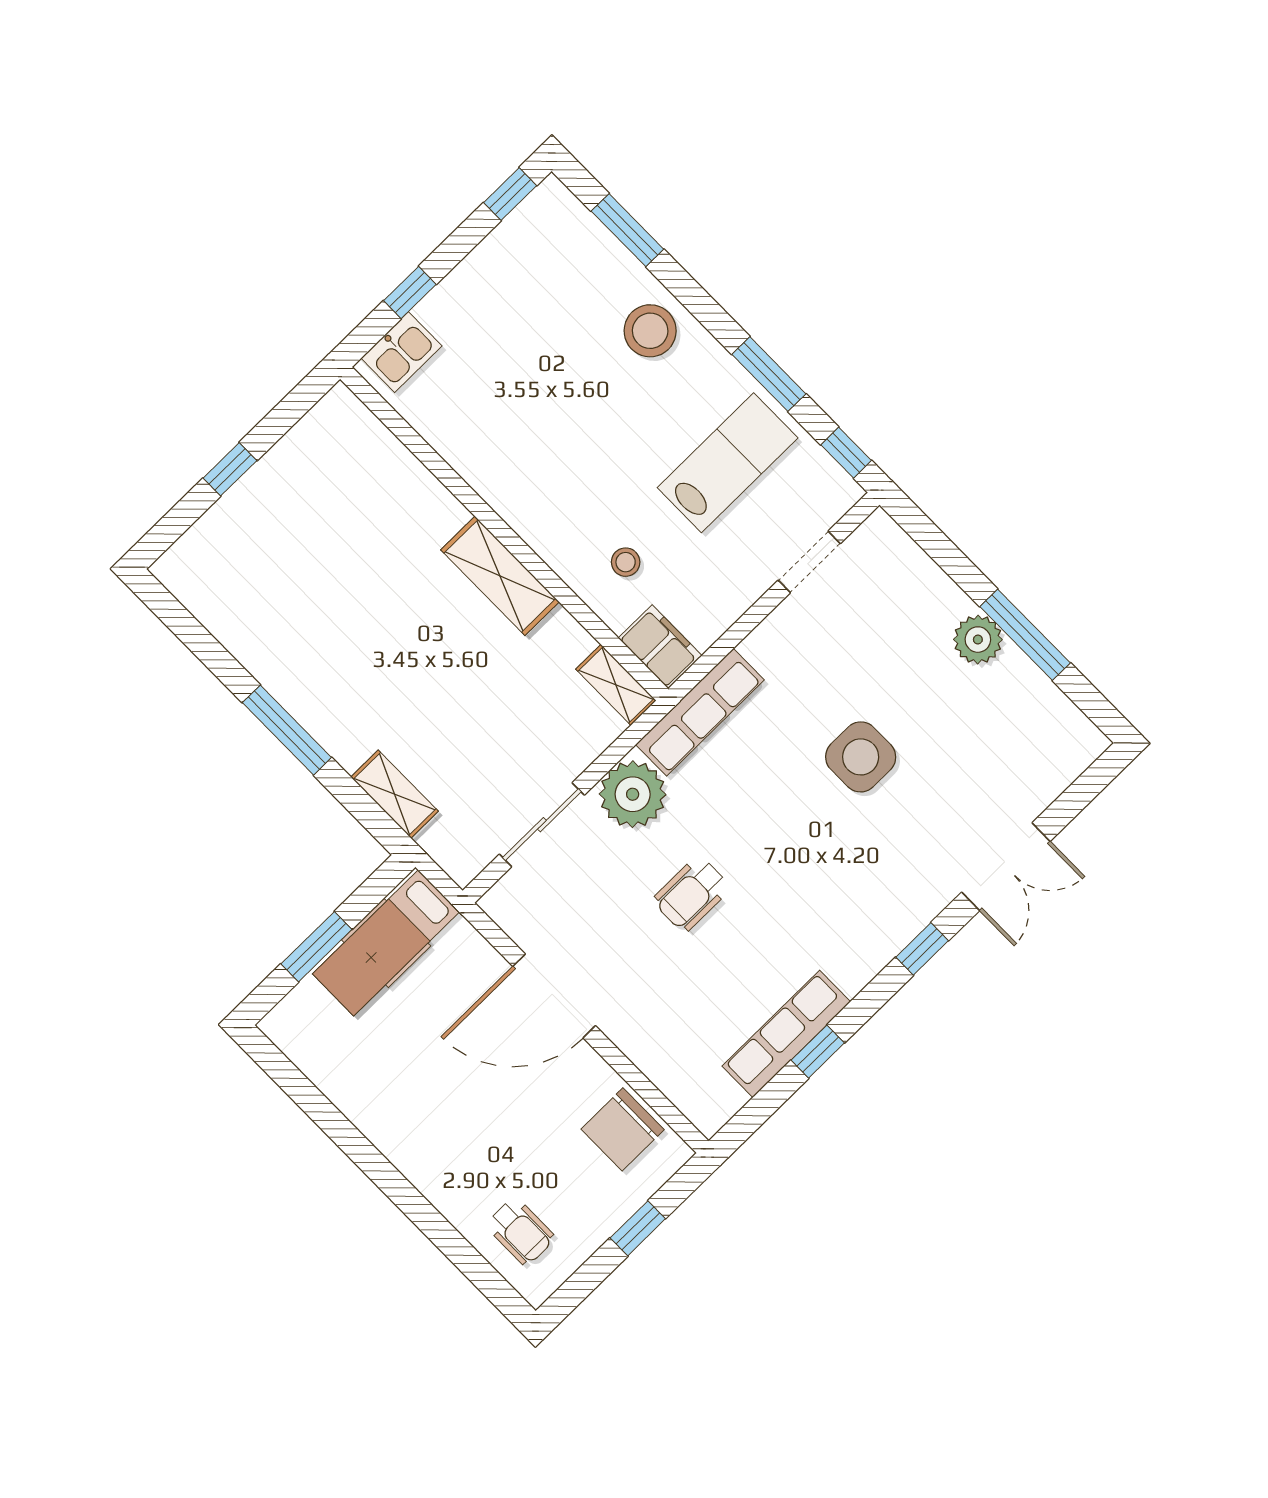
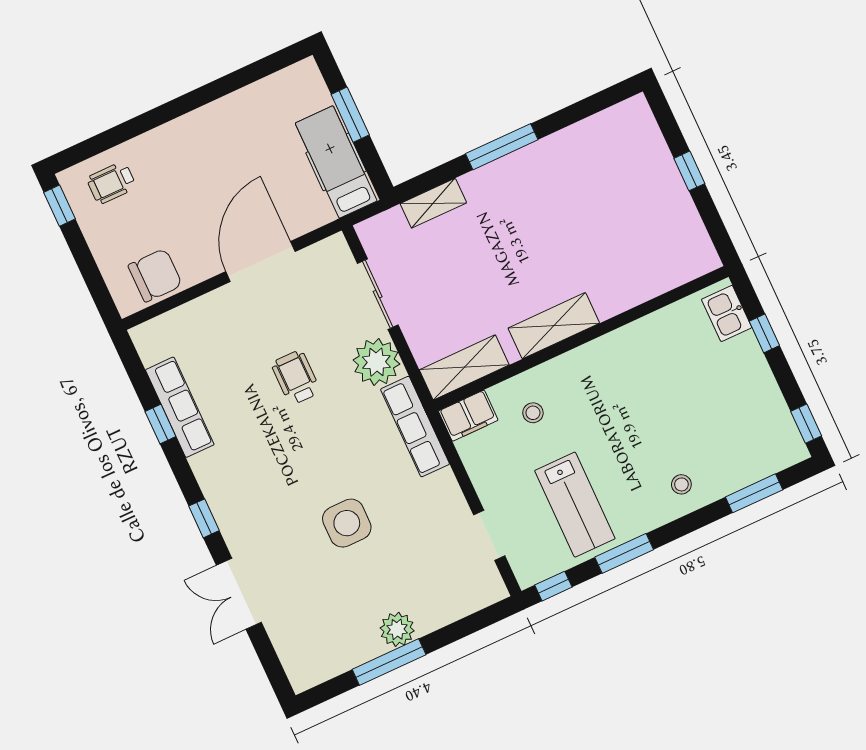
stool: (650, 331) -> (681, 484), width x0.53, depth x0.53
shelving: (616, 685) -> (464, 367), width x1.50, depth x1.33
chair: (623, 1129) -> (155, 275), turned 90
window: (638, 1228) -> (60, 206), moved

